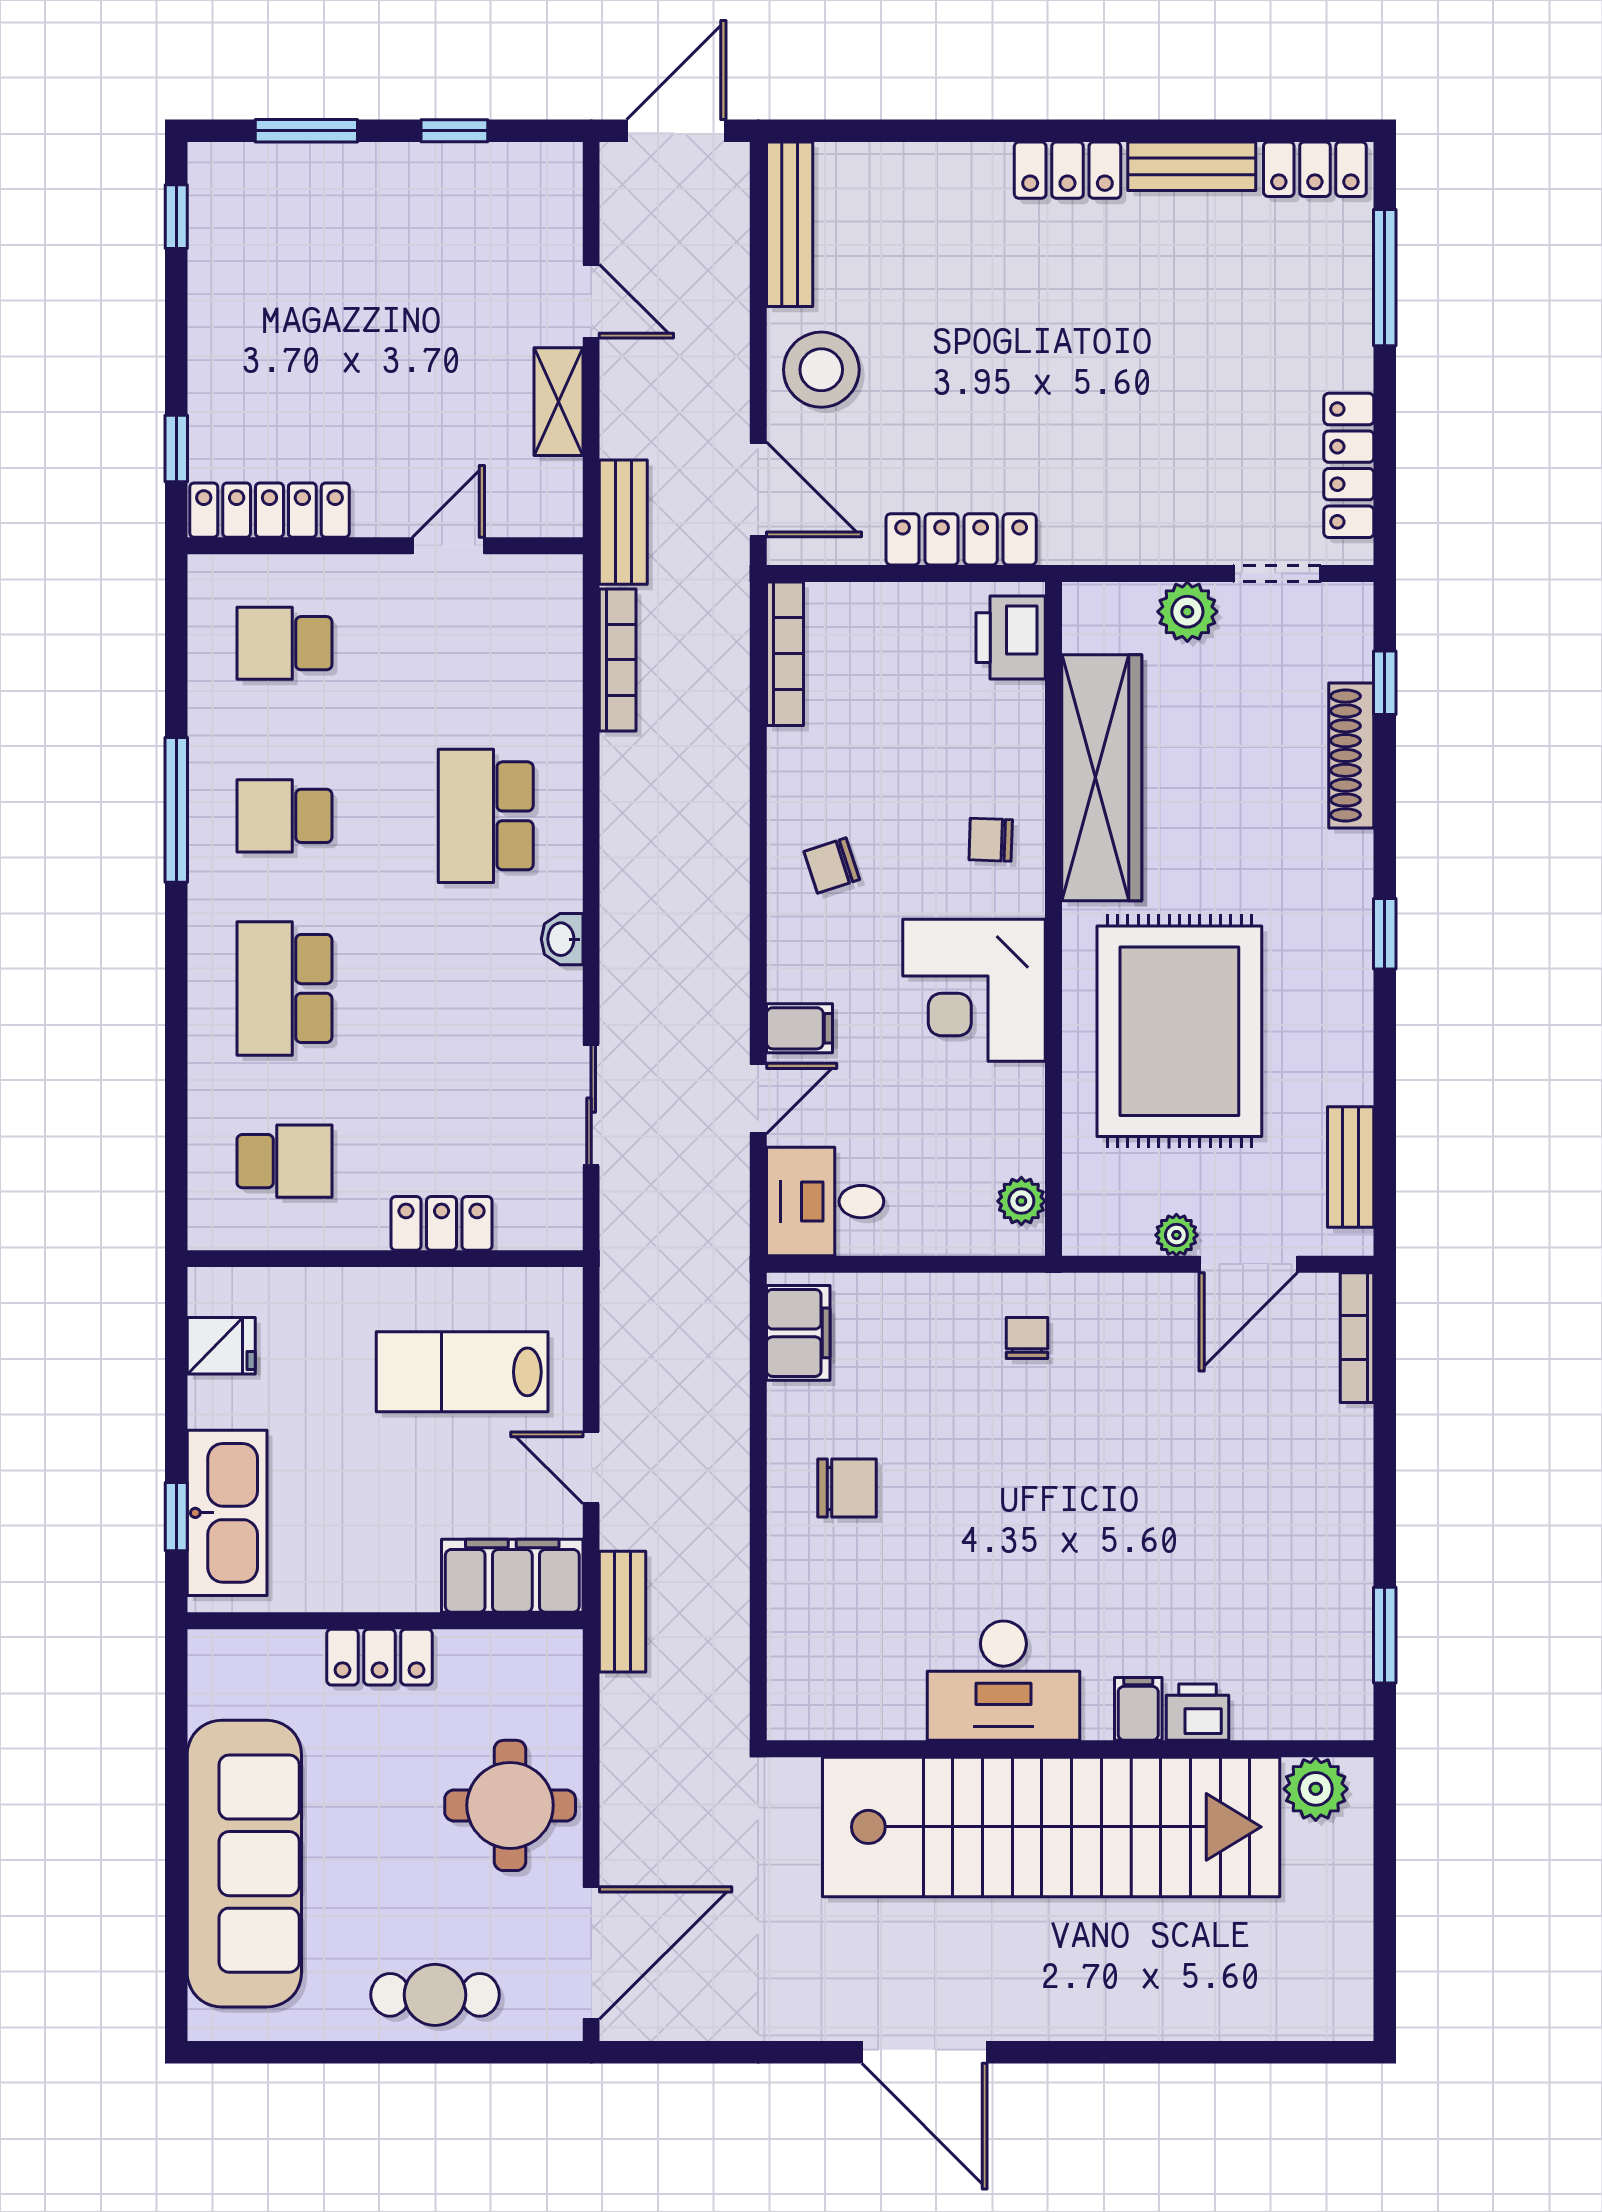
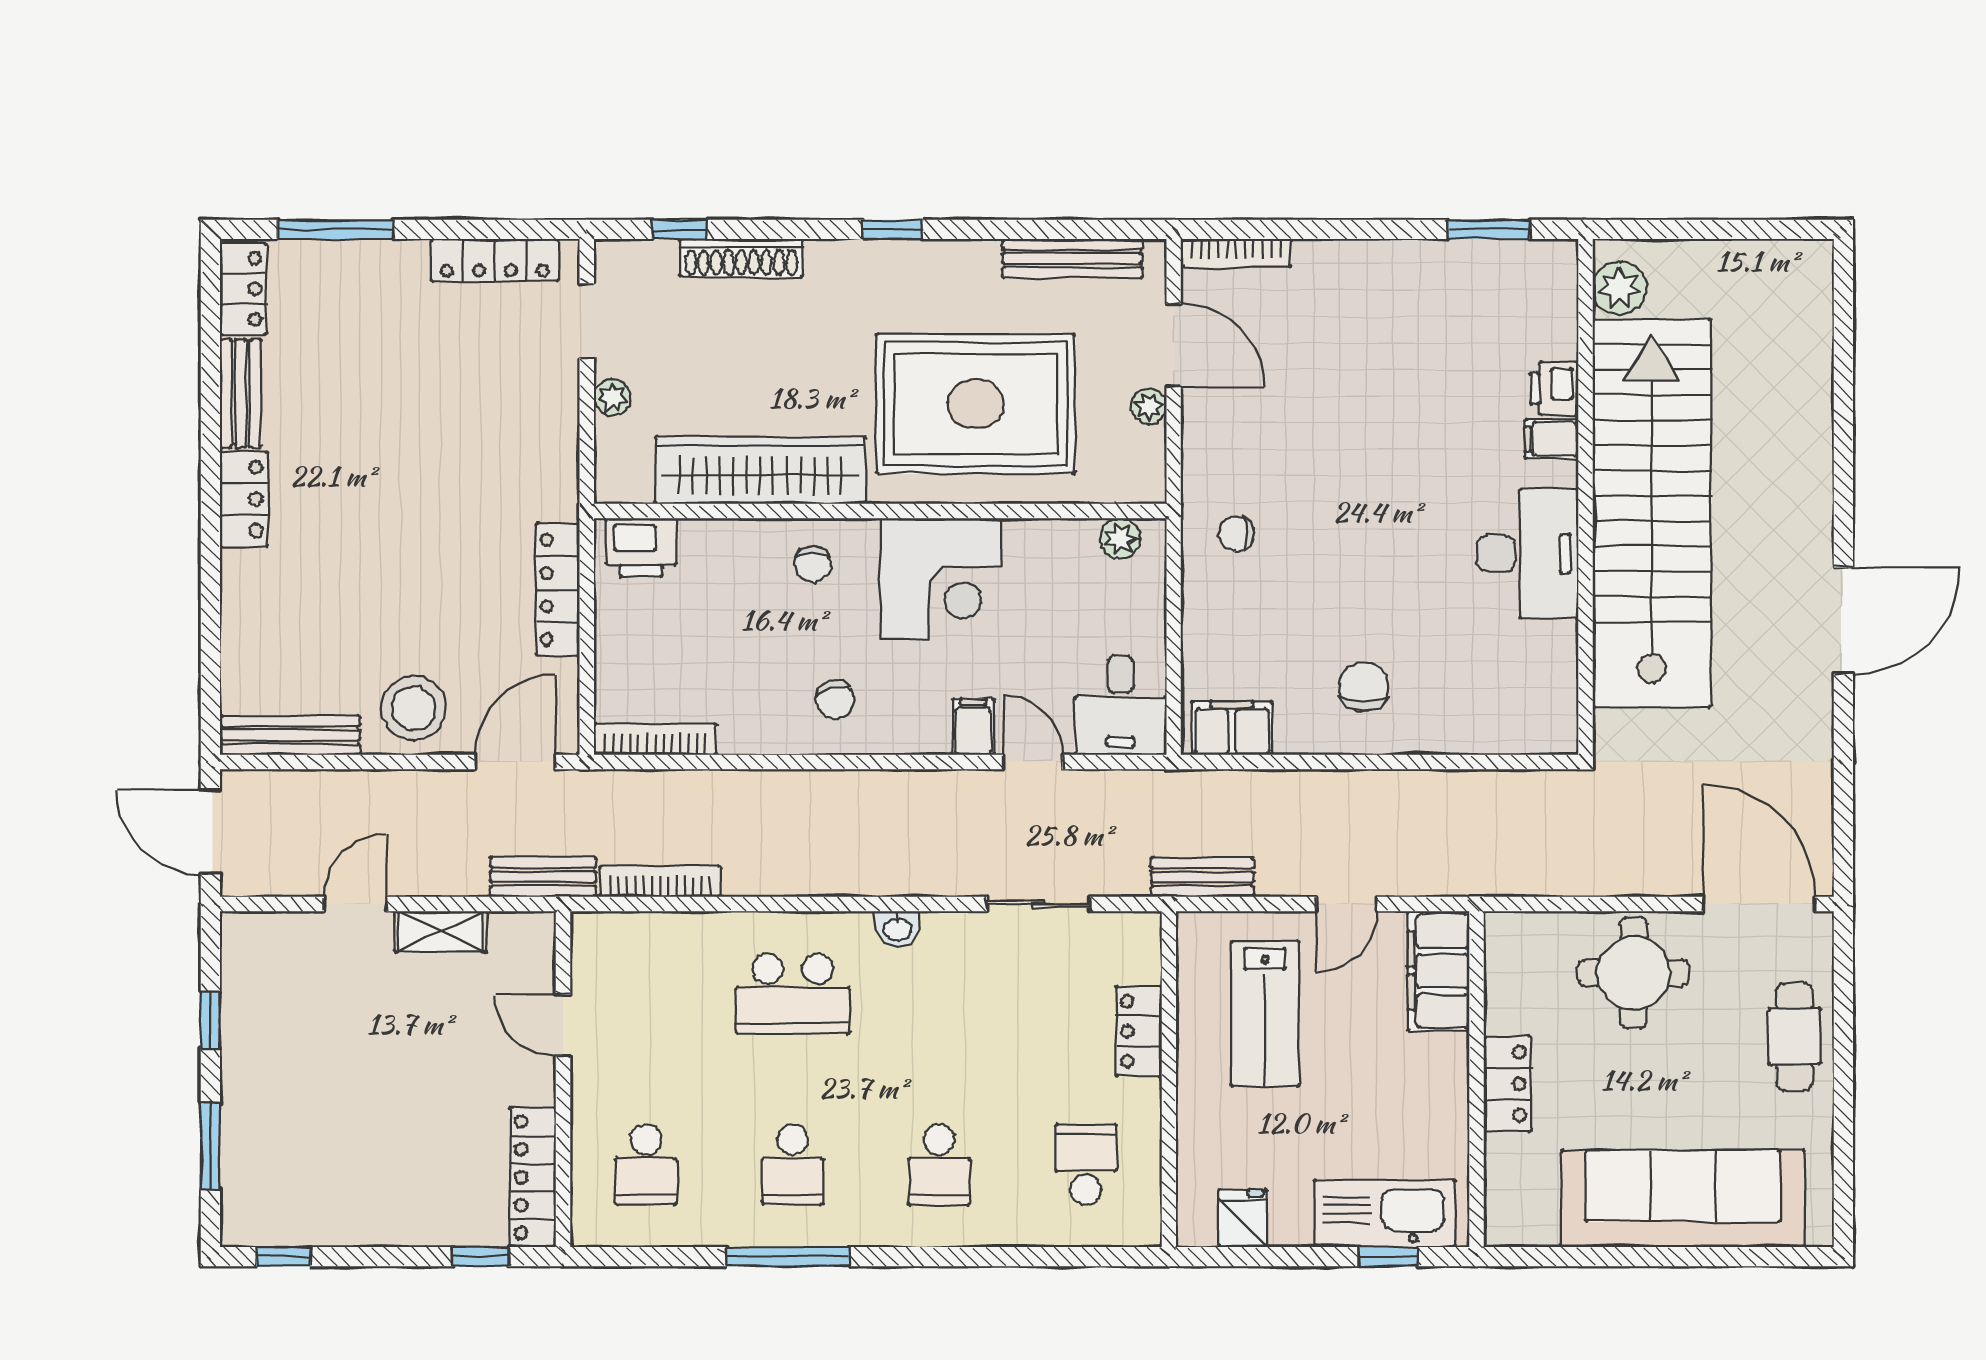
plant: (1187, 612) -> (612, 397), width x0.73, depth x0.73
school desk: (284, 988) -> (939, 1165), width x0.54
bench: (1351, 1167) -> (1072, 258), width x1.36
bench: (623, 1612) -> (1202, 877), moved

